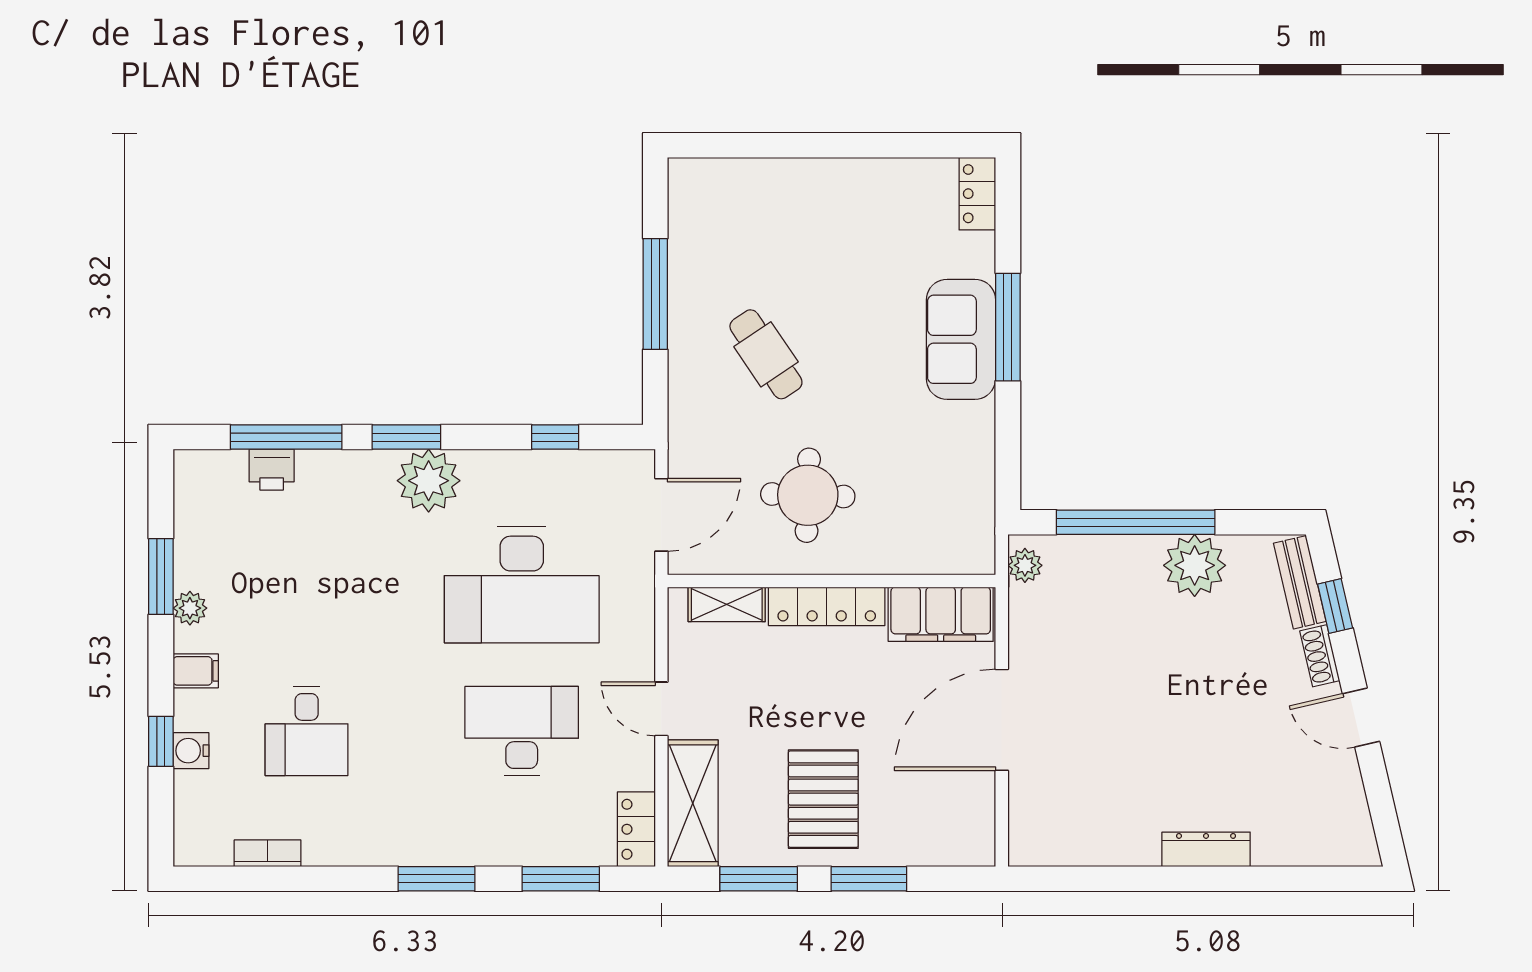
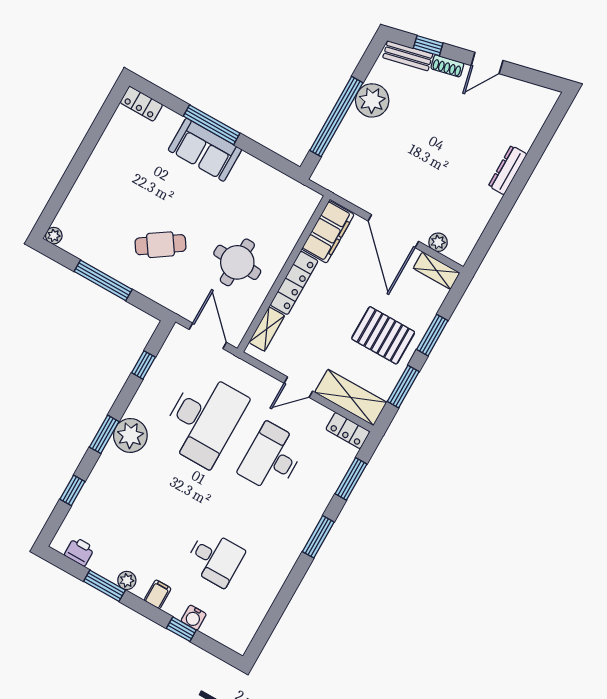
plant: (683, 173) -> (54, 236), added
window: (286, 437) -> (72, 490), width x0.46
printer: (272, 470) -> (79, 551), moved, turned -90
plant: (1025, 565) -> (438, 242), moved
shelving: (978, 826) -> (437, 271), added
bookcase: (268, 853) -> (262, 609), removed

